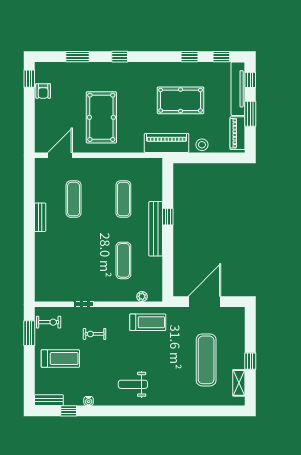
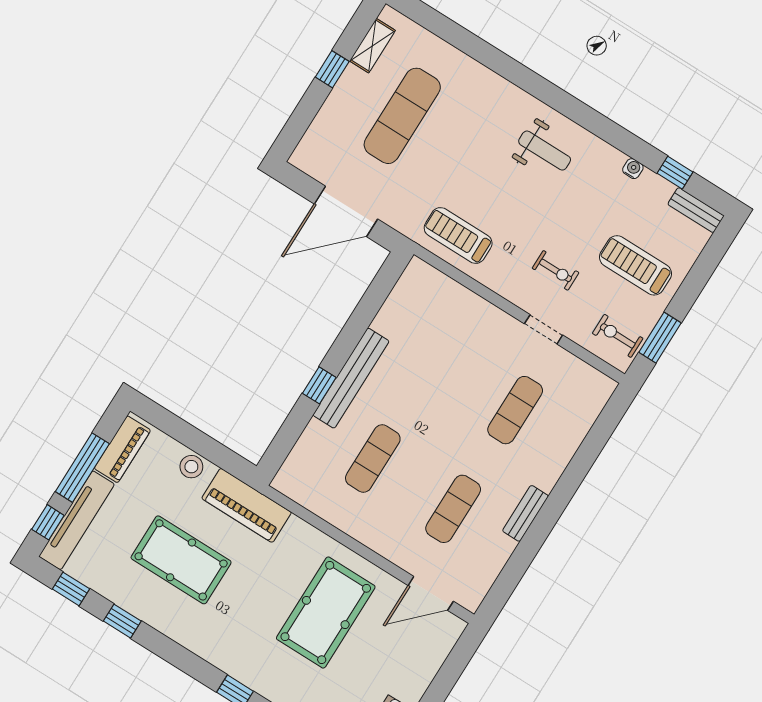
window: (250, 114) -> (82, 468), width x1.44
exercise mat: (123, 260) -> (515, 410), moved
plant: (142, 296) -> (441, 283), removed

